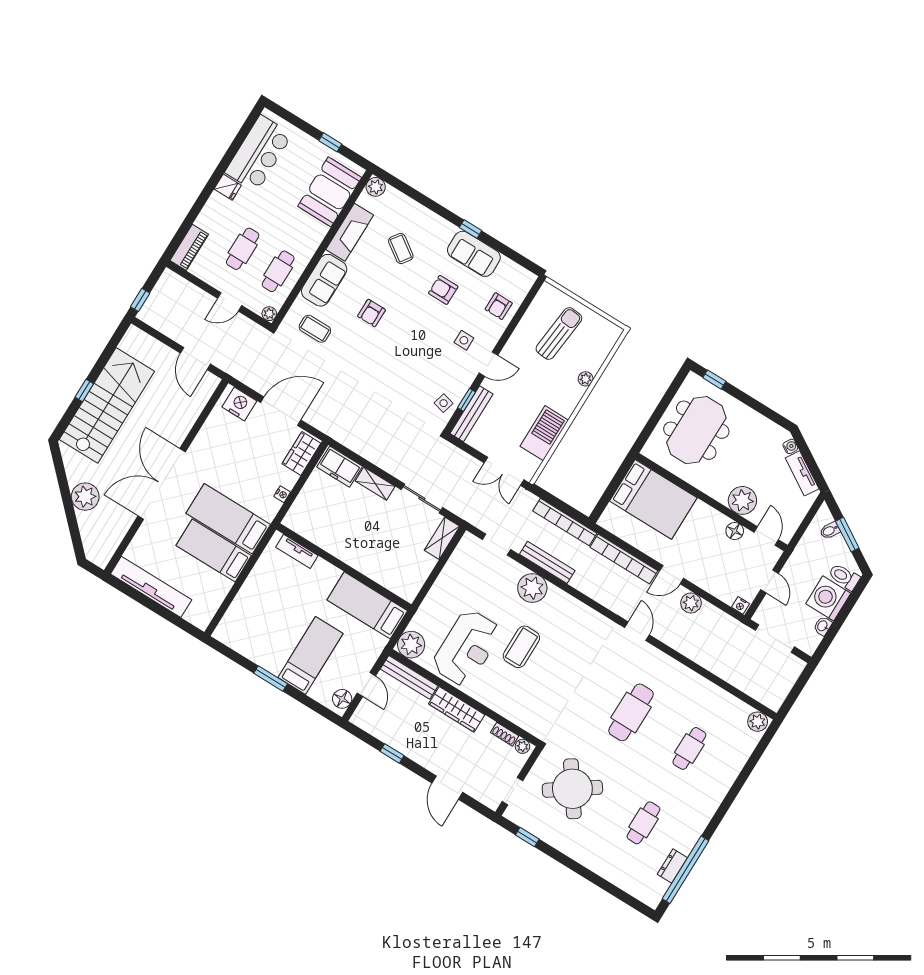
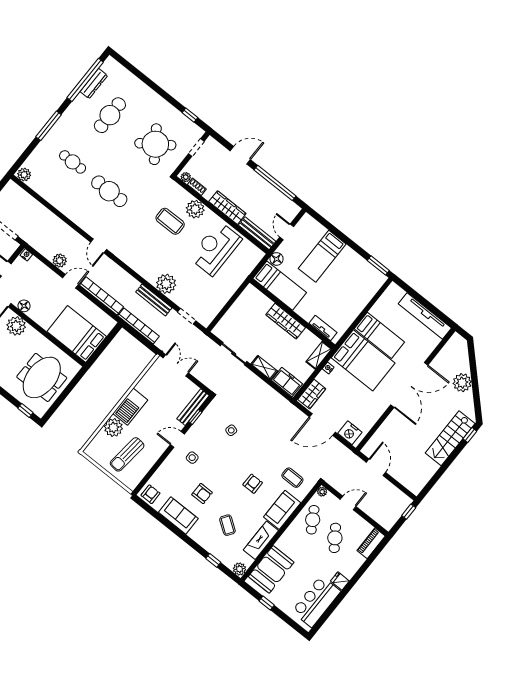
window: (470, 229) -> (213, 560), moved
cafe table: (243, 249) -> (335, 538), turned -35
cafe table: (278, 271) -> (313, 520), turned -31
armchair: (499, 306) -> (150, 494), moved
plant: (586, 379) -> (113, 428), width x1.88, depth x1.88
window: (84, 390) -> (470, 435), moved
side table: (444, 403) -> (231, 430), moved
stairs: (107, 405) -> (450, 438), width x0.73, depth x0.66
barbecue: (544, 433) -> (130, 407), moved
bed: (228, 519) -> (363, 360), width x1.50
shelving: (442, 538) -> (319, 355), moved
wardrobe: (352, 555) -> (286, 321), added
plant: (411, 645) -> (195, 209), moved
coffee table: (521, 647) -> (170, 221), moved, turned 90
window: (271, 678) -> (378, 265), moved
floor lamp: (342, 699) -> (277, 259), moved
cafe table: (631, 712) -> (109, 191), turned 90
cafe table: (689, 748) -> (73, 162), turned 90
window: (392, 753) -> (275, 183), width x3.17
door: (447, 788) -> (240, 155), hinge flipped
window: (731, 797) -> (49, 126), added
cafe table: (643, 823) -> (110, 115), width x1.37, depth x1.35
dresser: (672, 866) -> (94, 84), width x1.44

